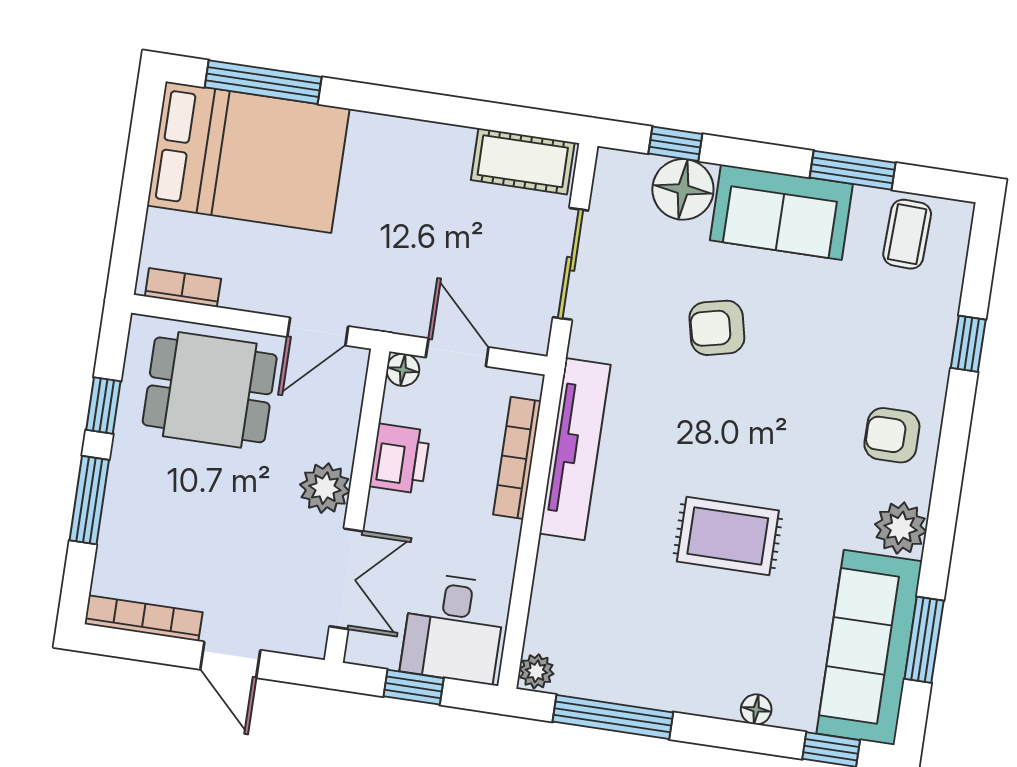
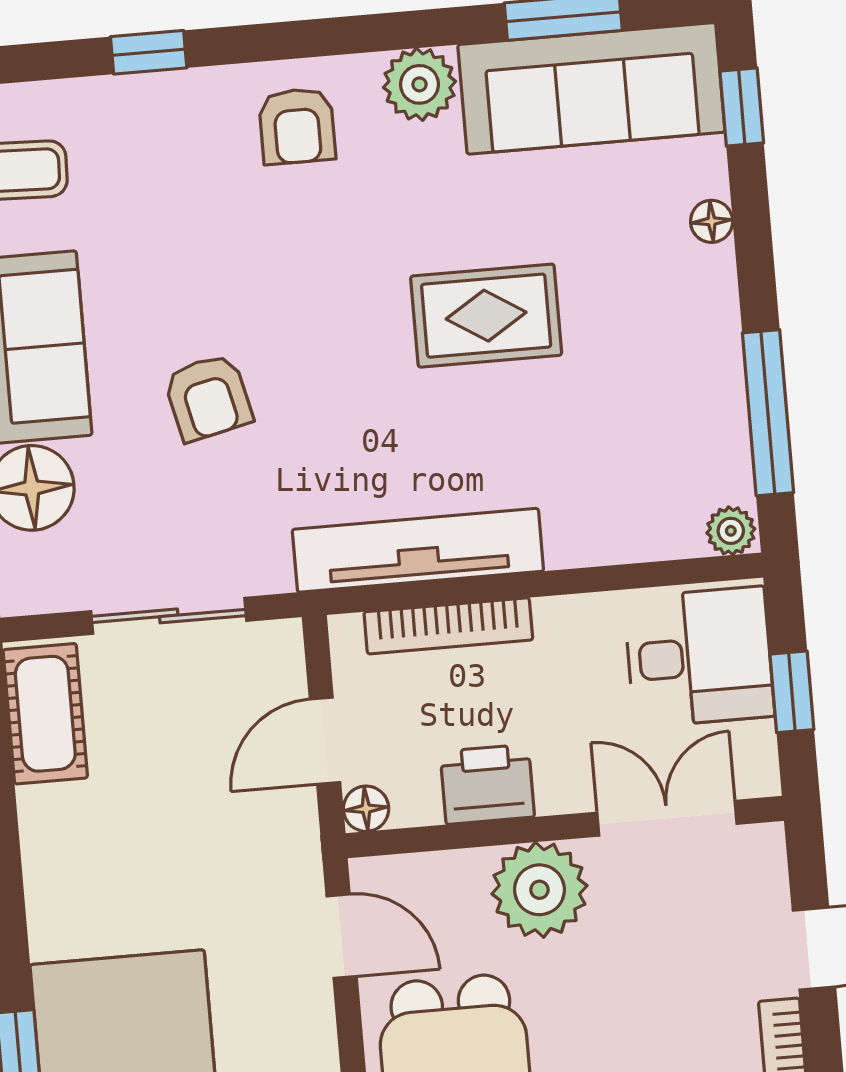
plant: (325, 488) -> (539, 890), width x1.36, depth x1.36
rug: (728, 536) -> (486, 316), turned 90

